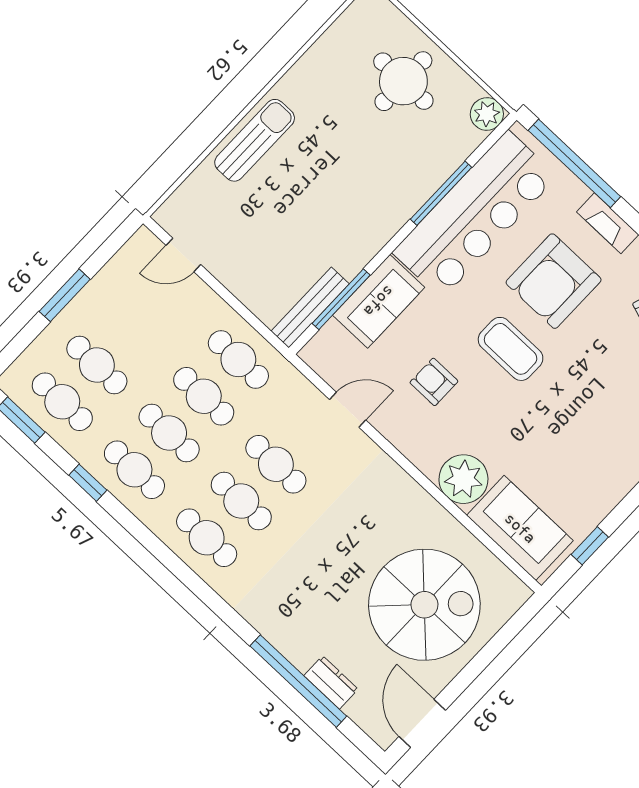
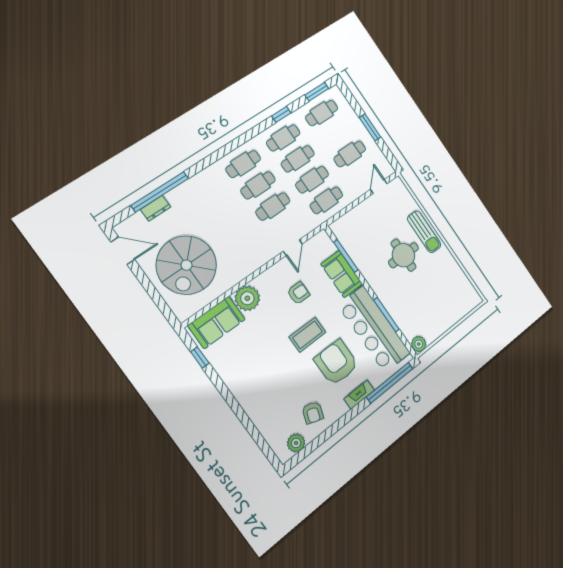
round table: (403, 81) -> (403, 255), moved
bench: (310, 307) -> (345, 240), removed
cafe table: (97, 365) -> (350, 154), moved

